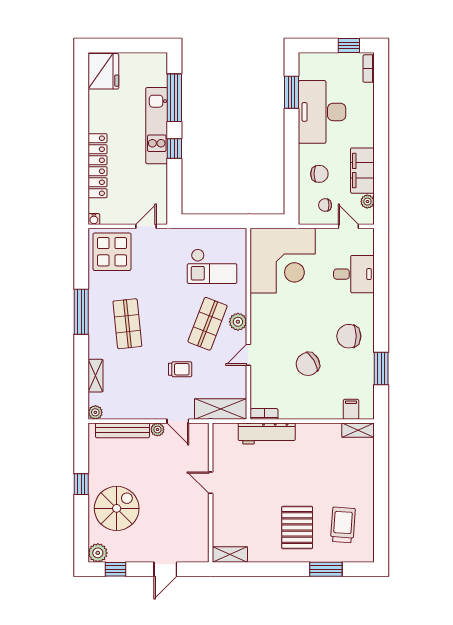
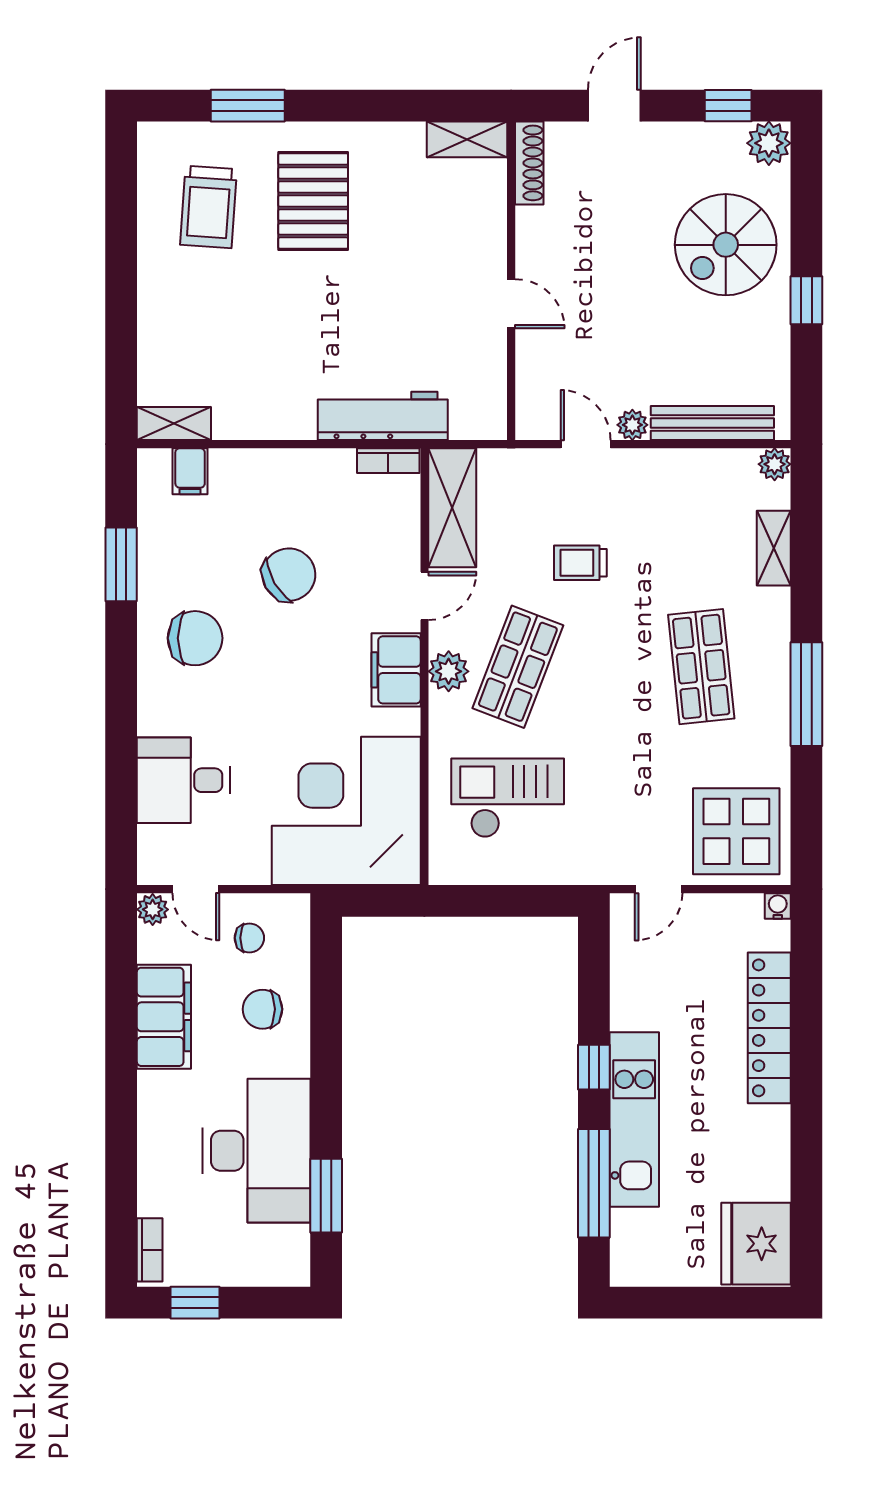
plant: (367, 202) -> (153, 909), moved
filing cabinet: (261, 322) -> (396, 670), added
shelving: (221, 409) -> (452, 508), moved, turned 90
shoe rack: (203, 544) -> (529, 163), added

